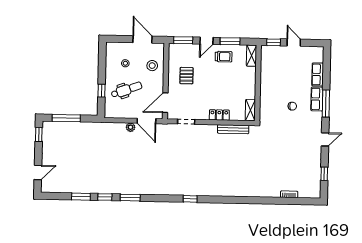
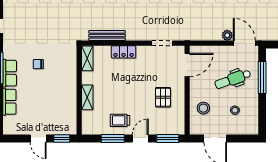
shelving: (251, 56) -> (87, 97), moved
window: (101, 91) -> (262, 78), width x2.17
door: (146, 121) -> (244, 43), moved

